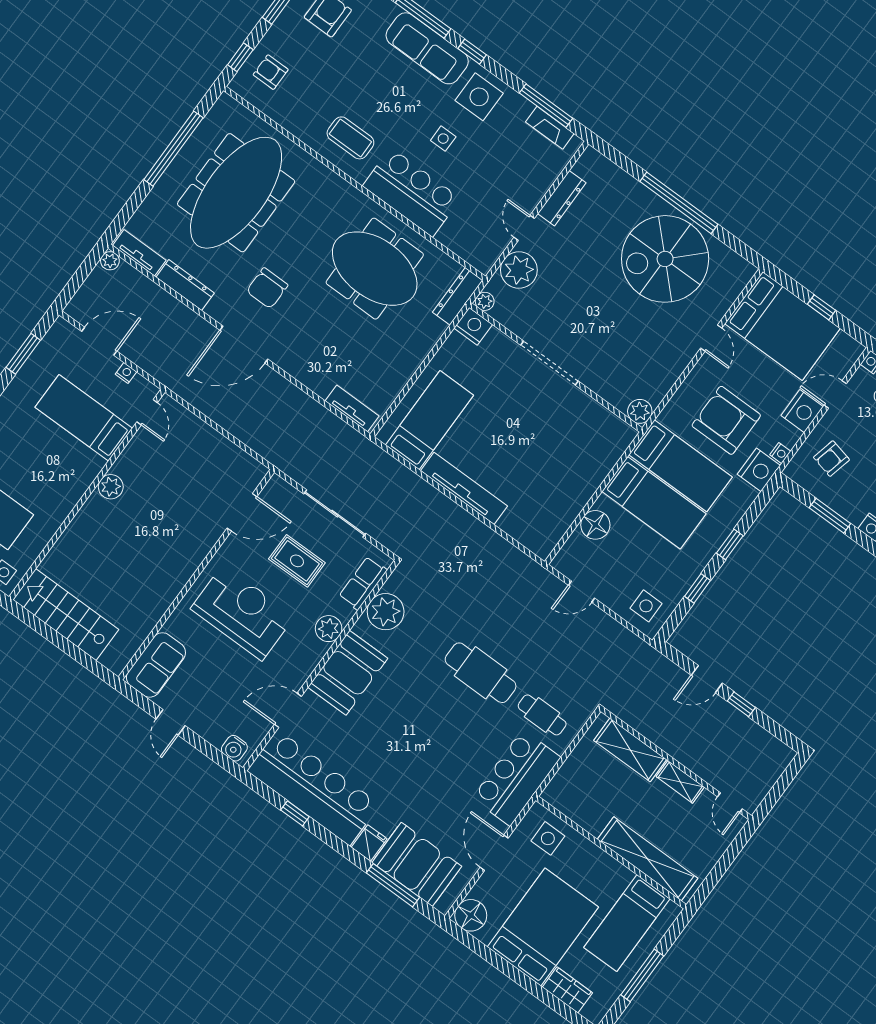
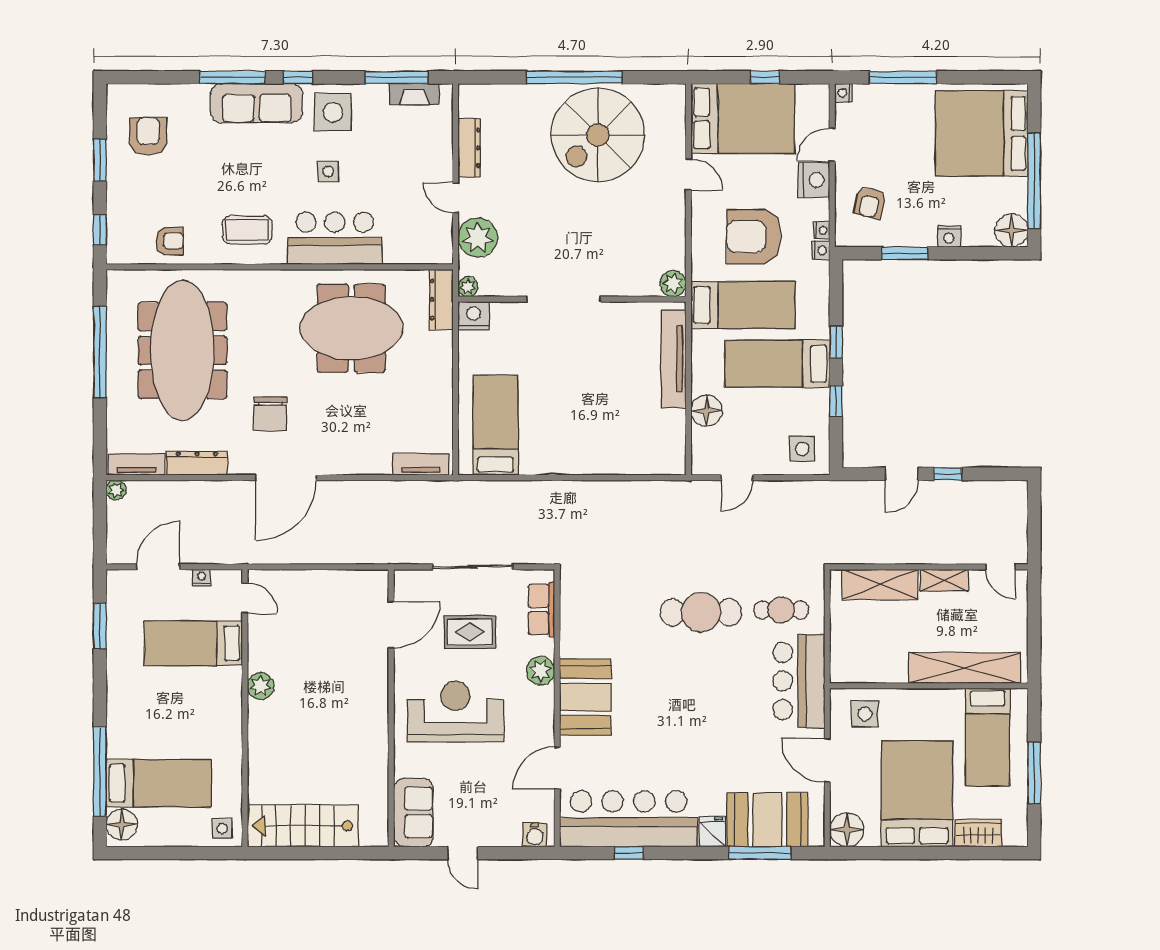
armchair: (271, 72) -> (170, 241), moved, turned 180
nightstand: (759, 470) -> (821, 250), width x0.53, depth x0.56
tv unit: (464, 488) -> (673, 359), moved, turned -90
bed: (654, 503) -> (777, 364), moved, turned 180
plant: (386, 612) -> (579, 620), removed

